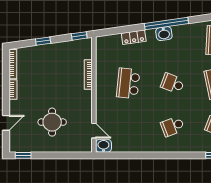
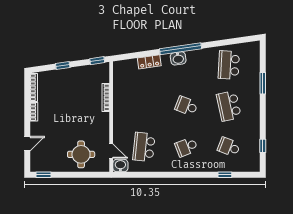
school desk: (128, 83) -> (144, 147), moved
round table: (52, 122) -> (81, 154), moved

